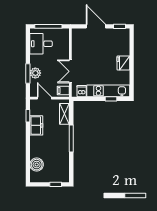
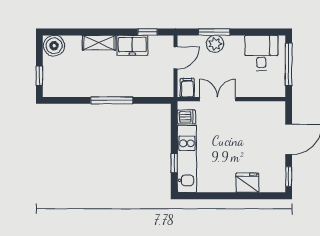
fridge: (123, 63) -> (247, 183), moved
shelving: (64, 114) -> (99, 43), moved
boiler: (37, 165) -> (54, 46), moved

